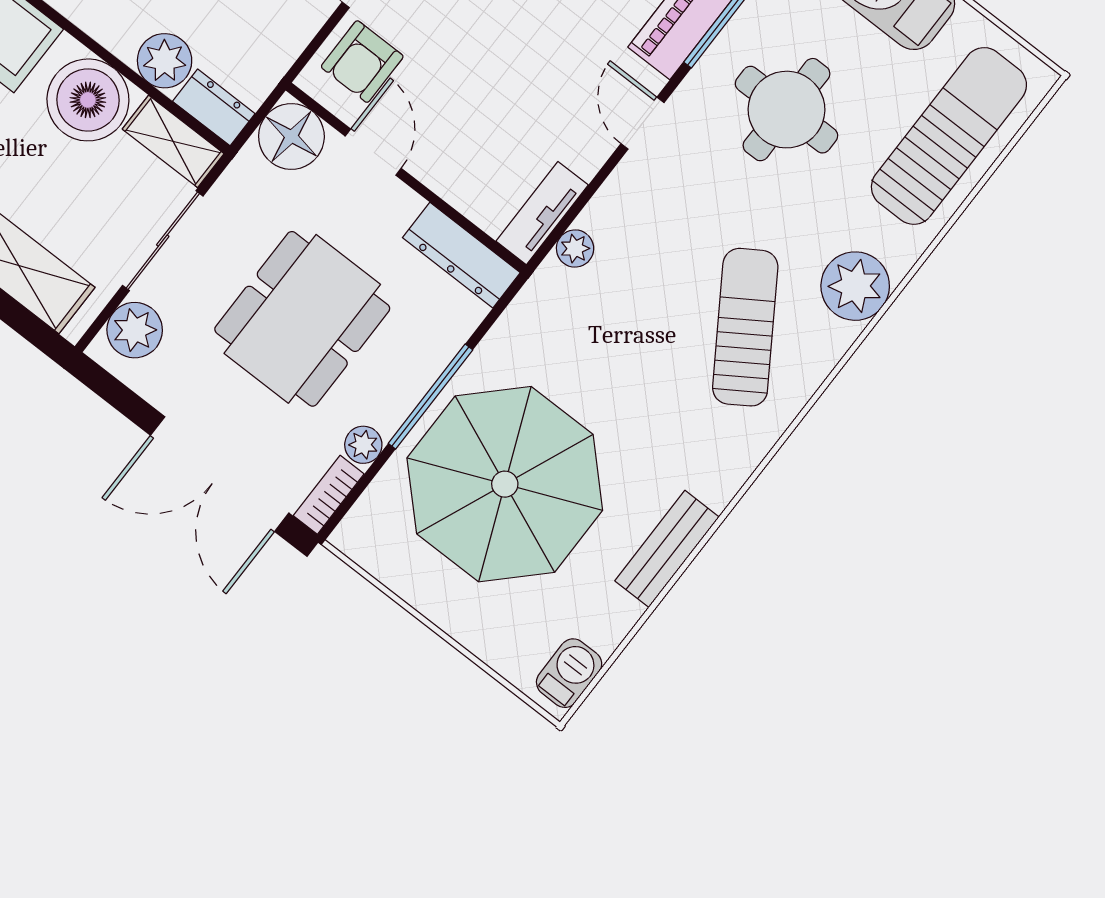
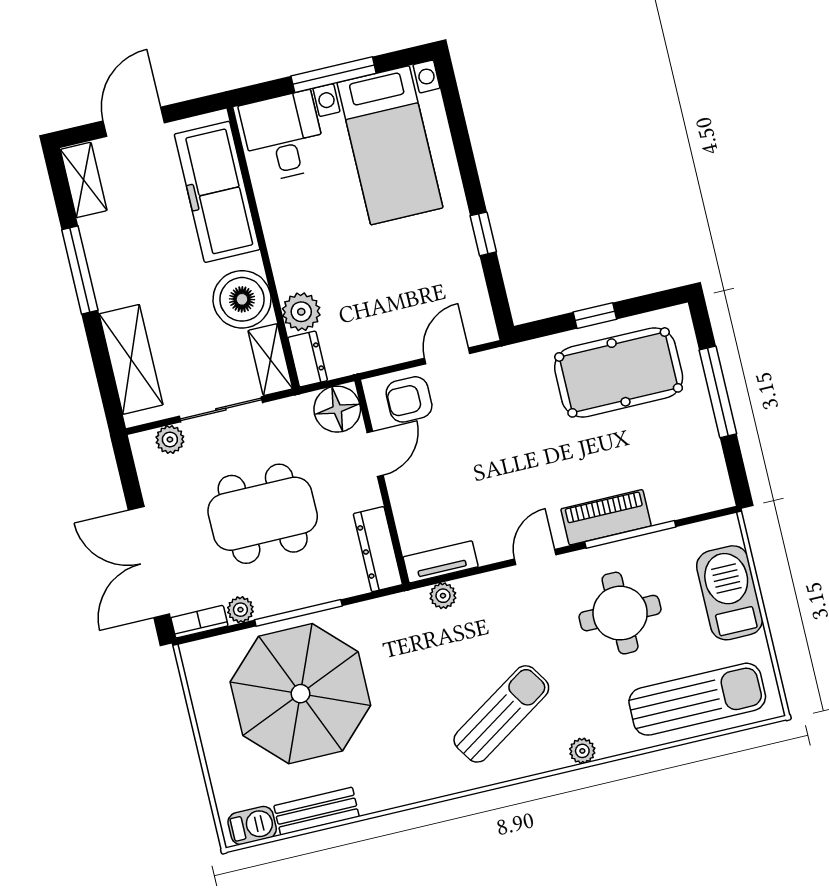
plant: (855, 286) -> (582, 751), width x0.53, depth x0.53
plant: (135, 330) -> (170, 439), width x0.73, depth x0.73
bench: (667, 549) -> (317, 811), moved

